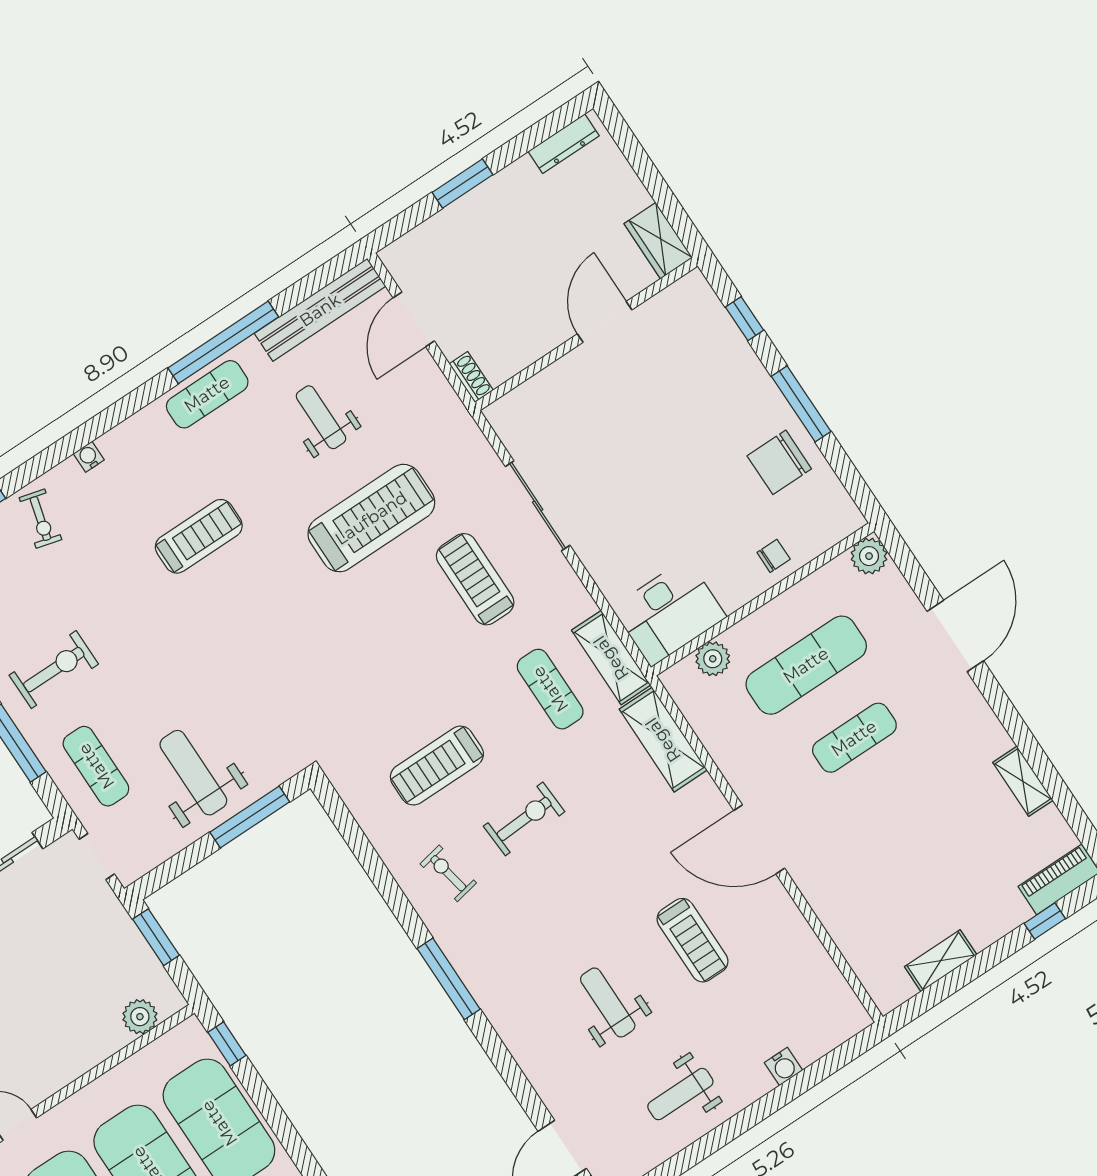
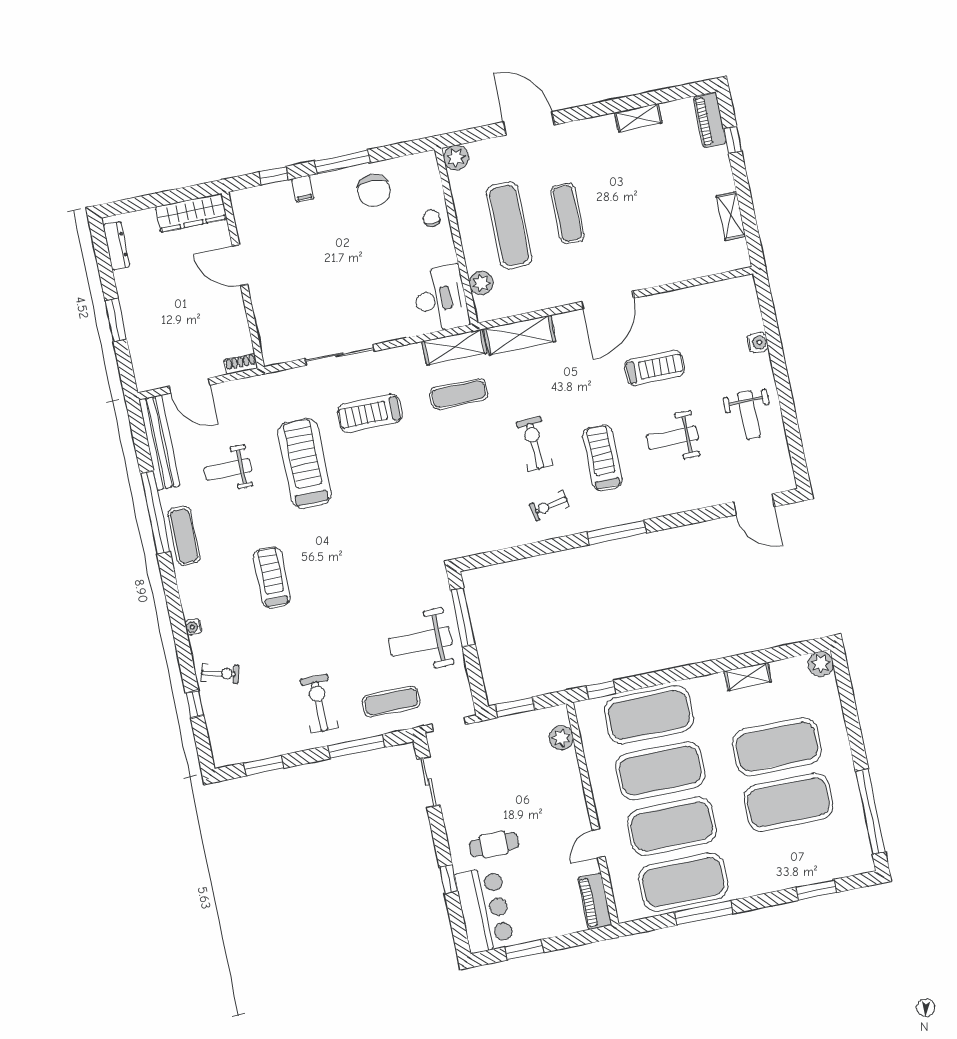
wardrobe: (658, 241) -> (191, 213), width x1.50
filing cabinet: (743, 365) -> (303, 189), added
treadmill: (437, 766) -> (602, 458), moved, turned 180

